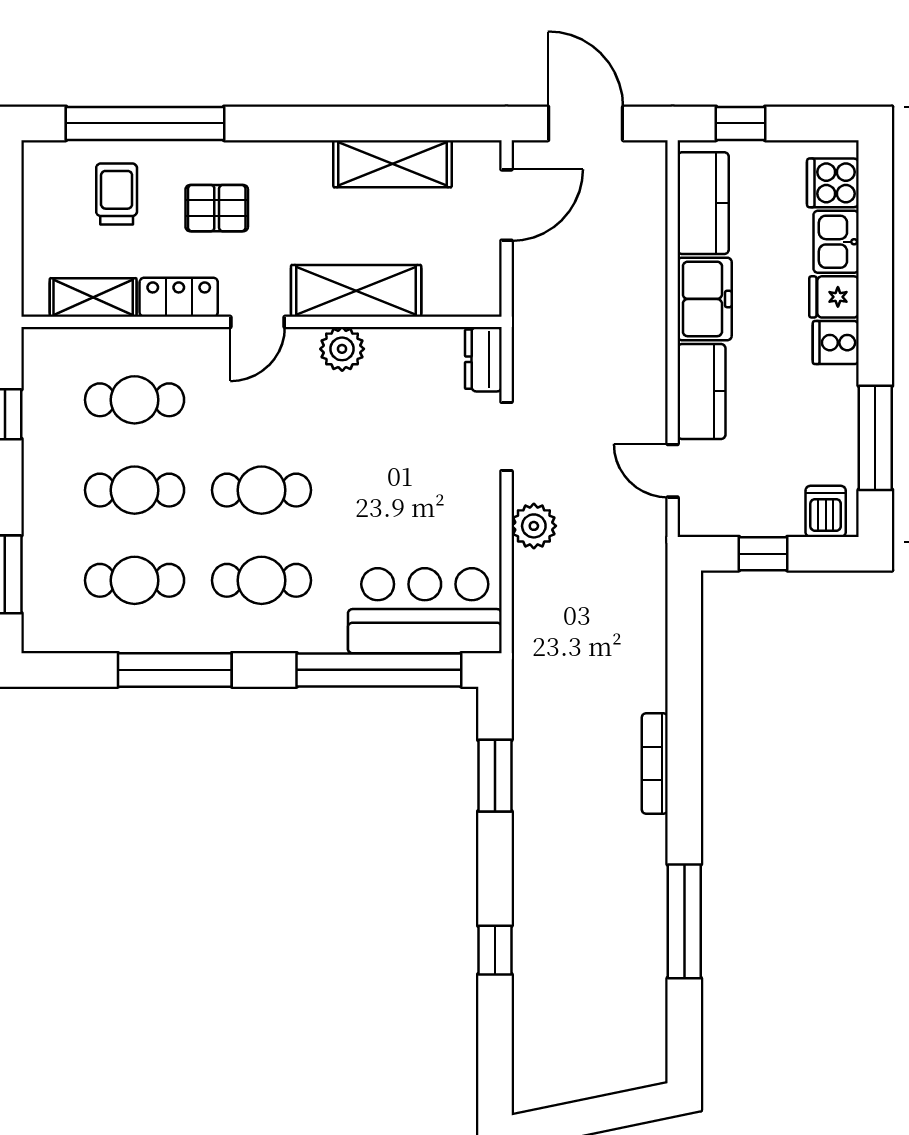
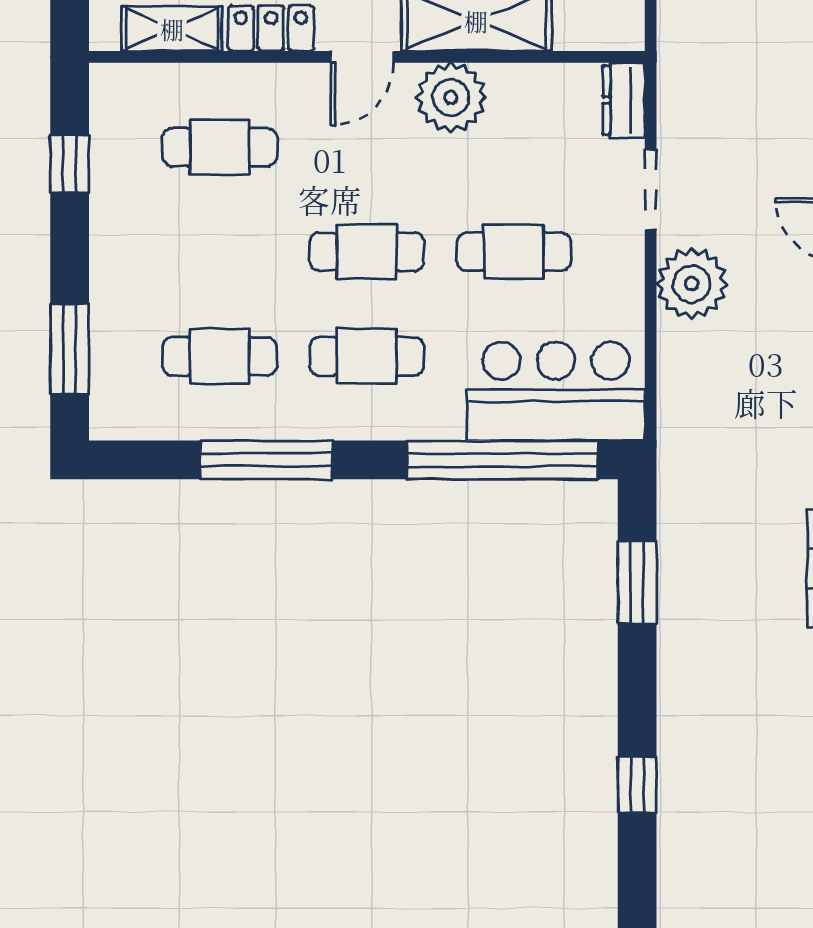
plant: (342, 349) -> (451, 97), width x1.36, depth x1.36
cafe table: (135, 490) -> (514, 252), moved
plant: (534, 526) -> (692, 284), width x1.36, depth x1.36

